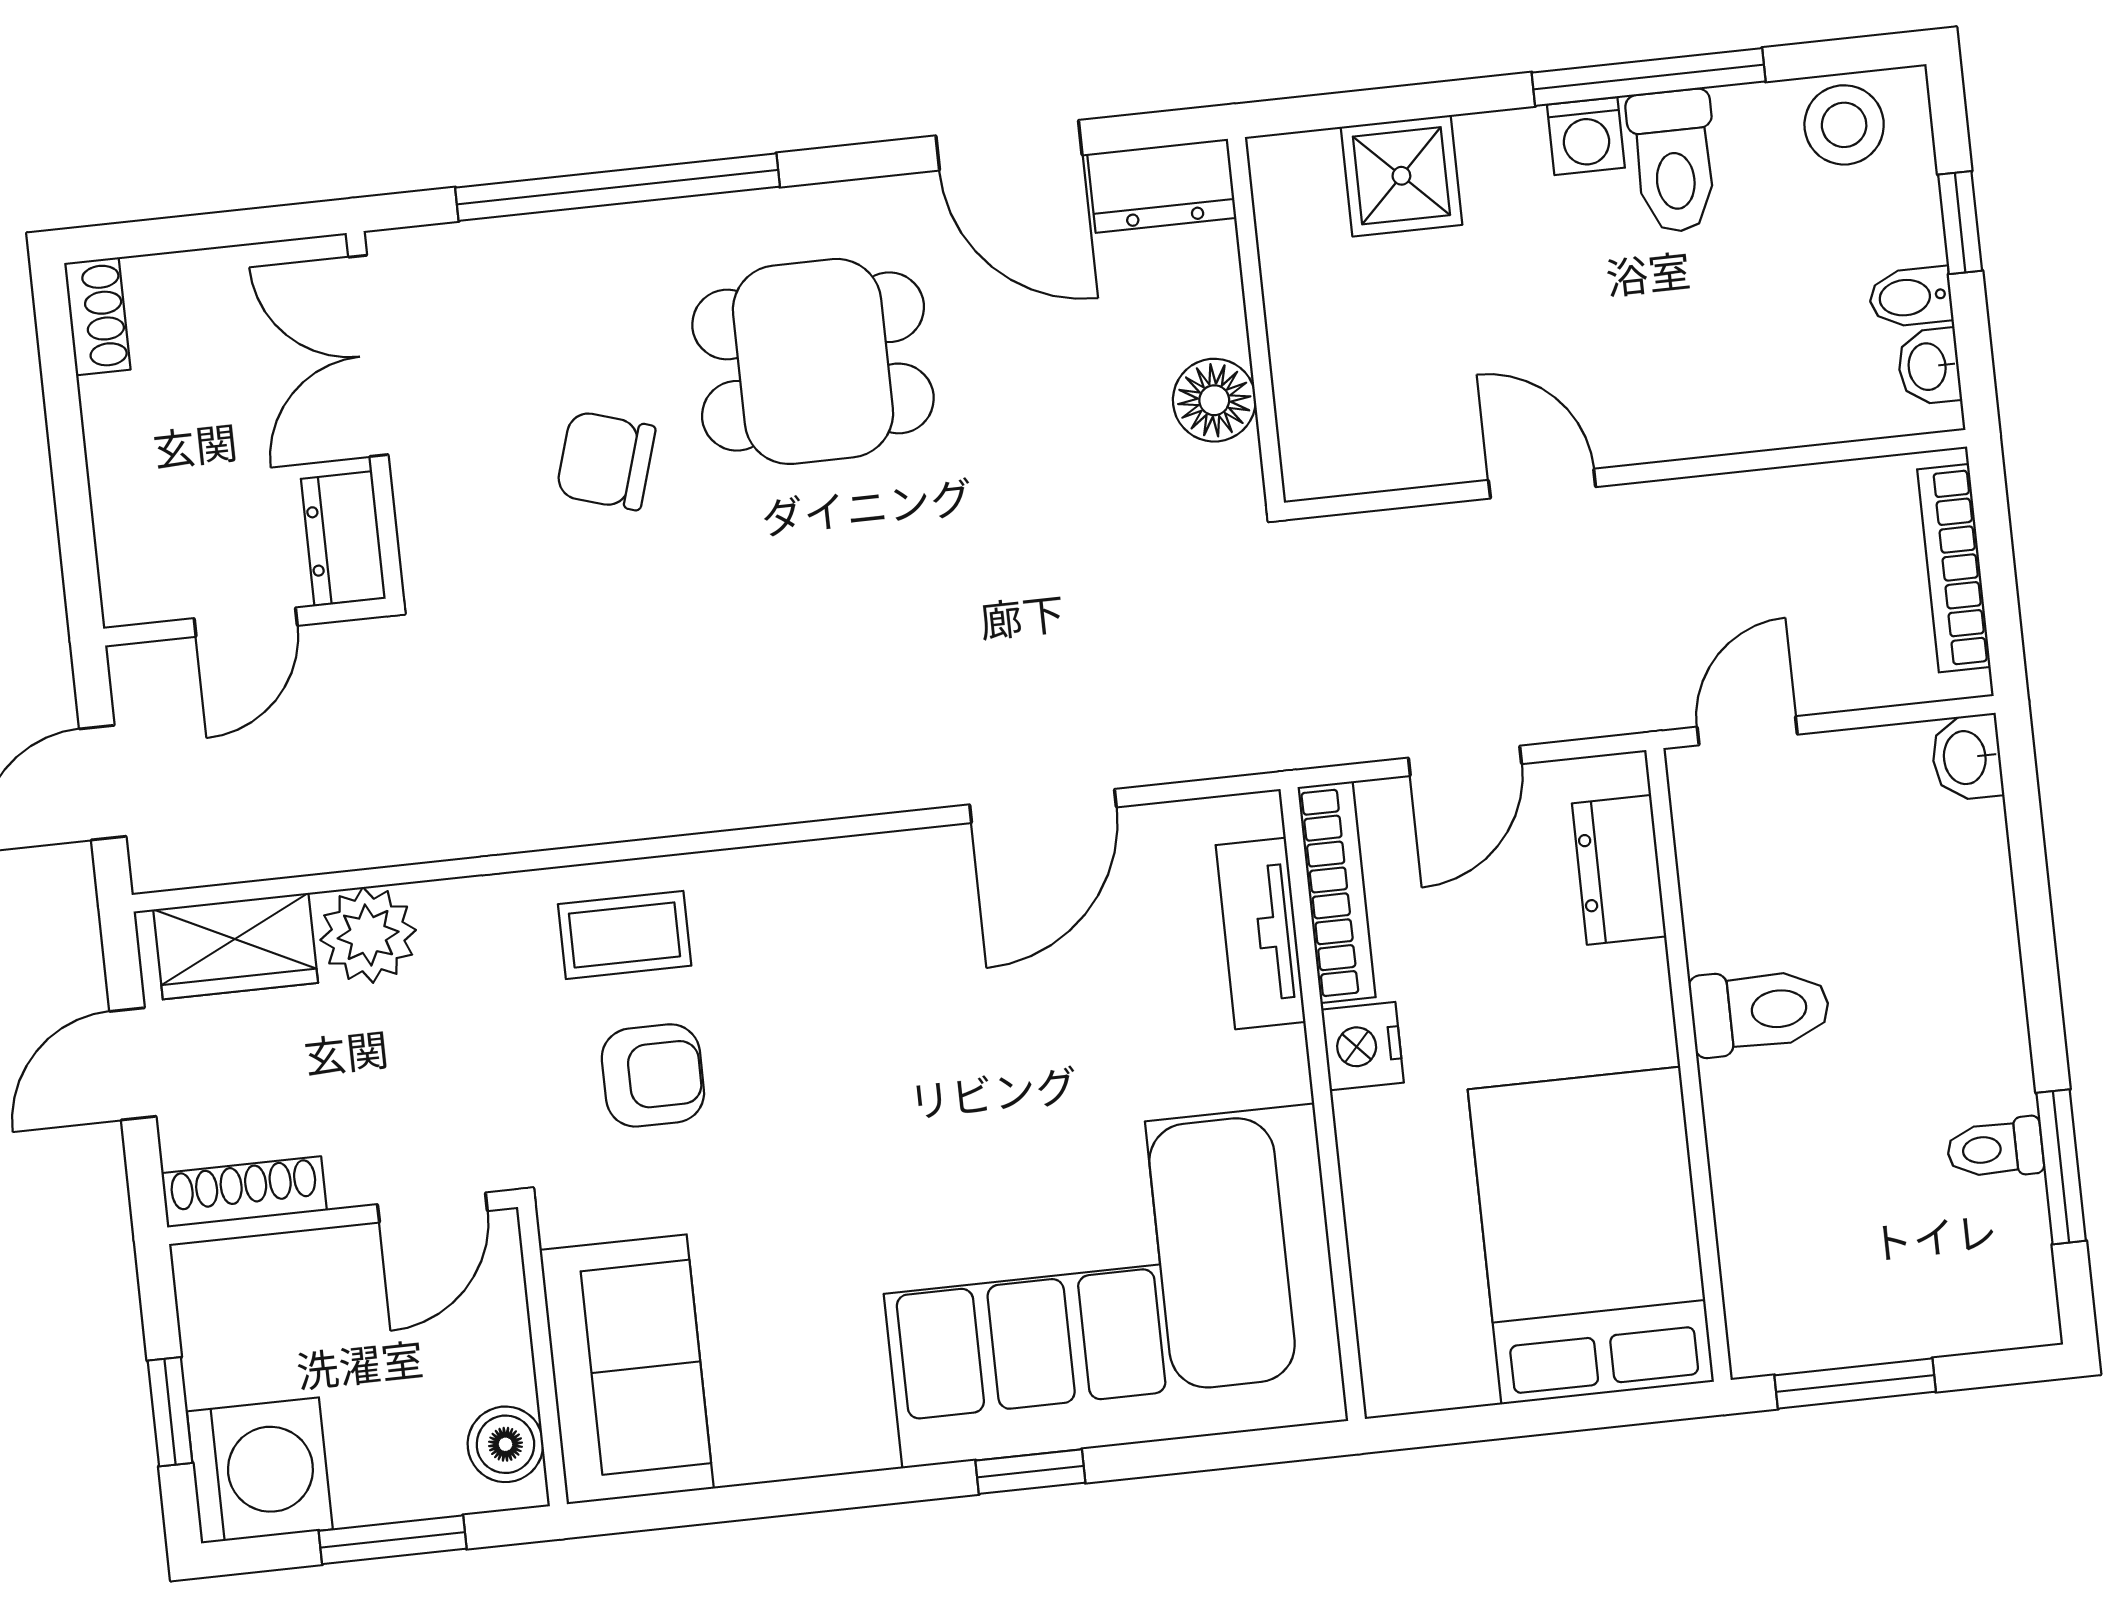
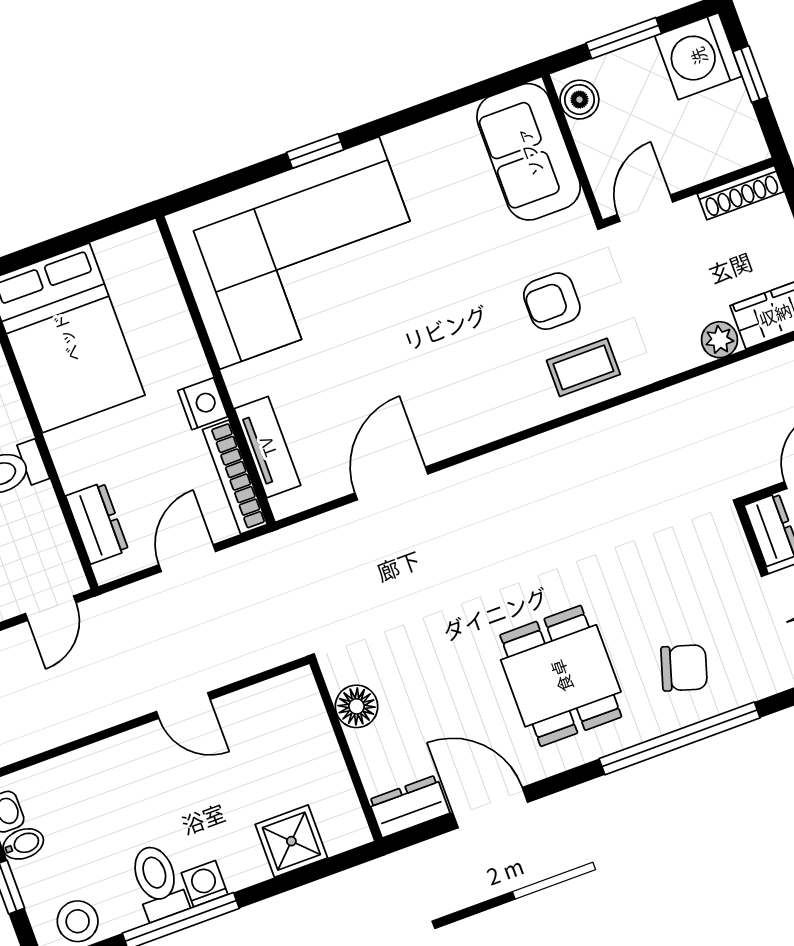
dining table: (813, 361) -> (561, 676), turned 90
chair: (606, 461) -> (684, 668), moved
plant: (368, 935) -> (720, 340), width x0.73, depth x0.73

